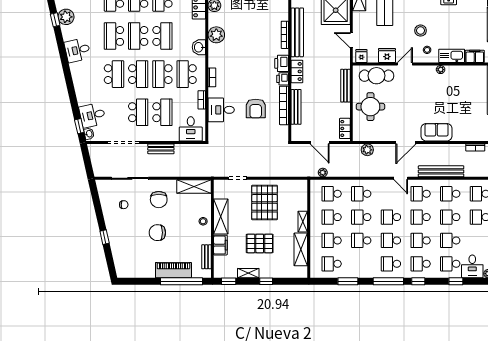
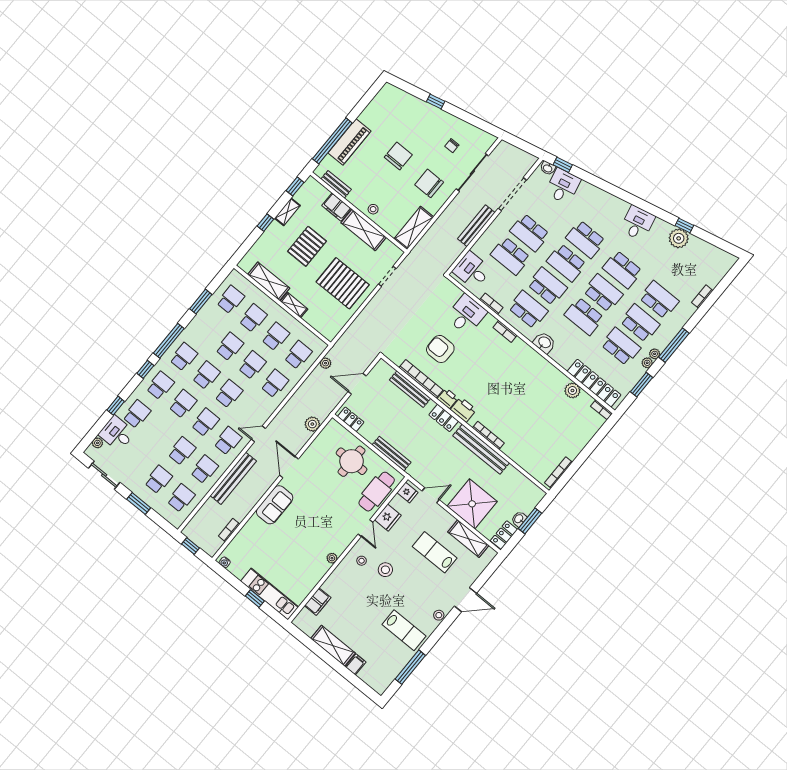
plant: (216, 35) -> (543, 369), removed
school desk: (114, 36) -> (622, 270), turned 180
kitchen sink: (452, 56) -> (336, 580), removed
bench: (161, 149) -> (476, 226), width x1.36
school desk: (450, 240) -> (159, 433), removed

